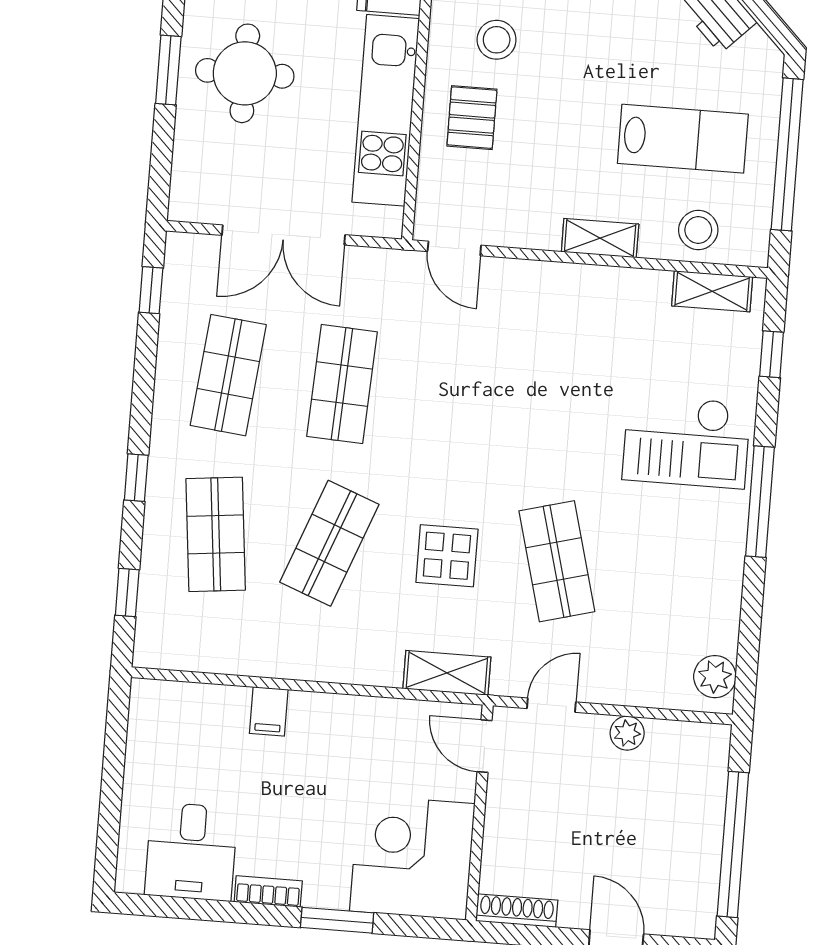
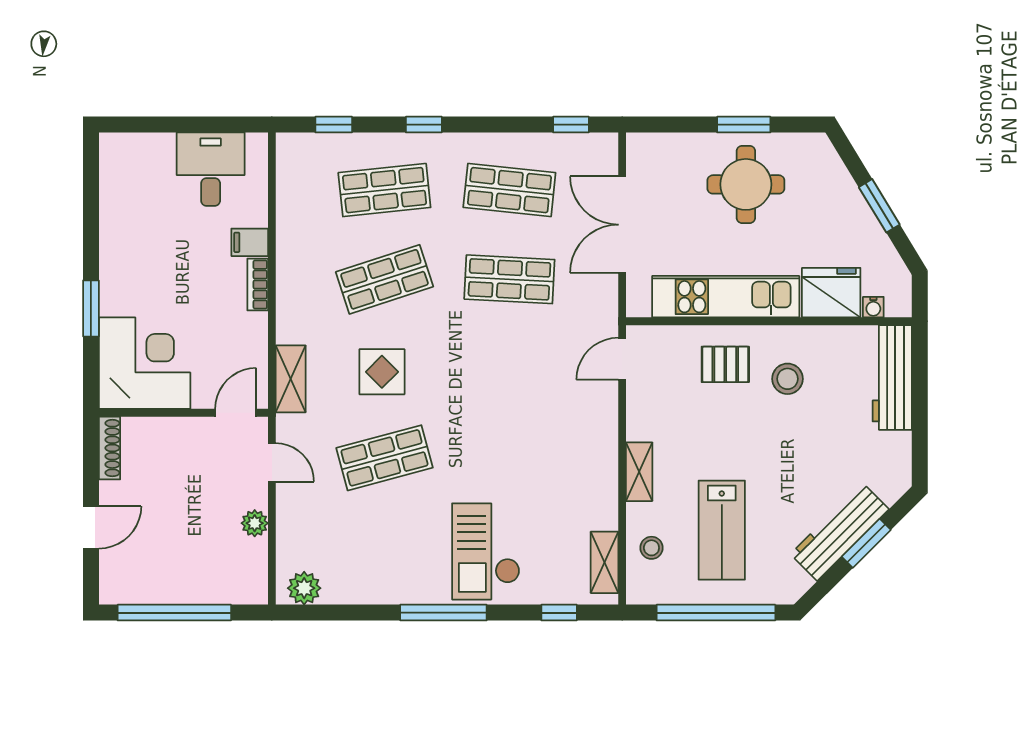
stool: (698, 230) -> (651, 548), width x0.73, depth x0.73
shop shelf: (329, 543) -> (384, 279), turned -39
desk: (191, 852) -> (211, 169), moved, turned 90
bookcase: (268, 891) -> (258, 285), moved, turned 180

